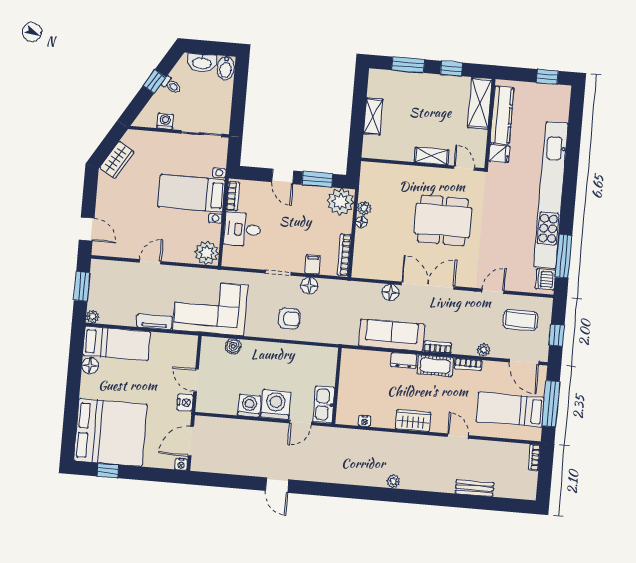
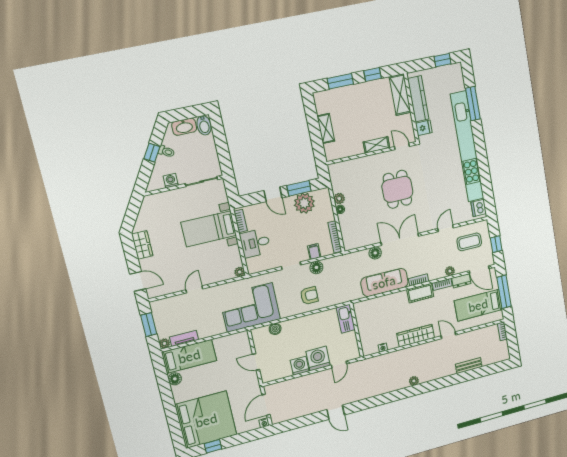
wardrobe: (117, 160) -> (142, 245), moved, turned -31
plant: (341, 202) -> (304, 203), moved
dining table: (443, 220) -> (397, 189), width x0.73
plant: (207, 253) -> (240, 272), width x0.53, depth x0.53
window: (564, 256) -> (473, 104), moved
tv unit: (155, 322) -> (184, 338), moved
dresser: (404, 360) -> (461, 281), moved
nightstand: (185, 402) -> (253, 380), removed
kitchen sink: (324, 405) -> (346, 319), moved
wardrobe: (413, 421) -> (416, 336), width x1.50

